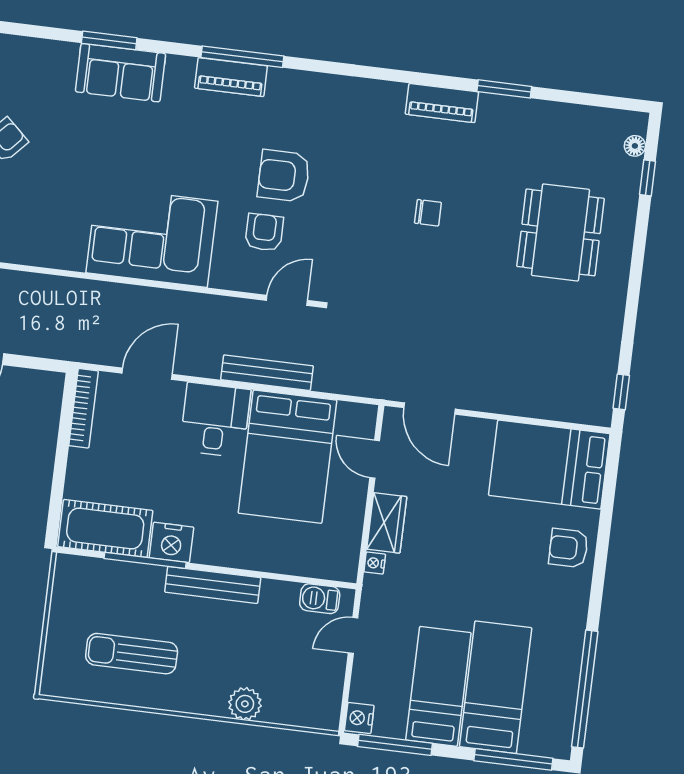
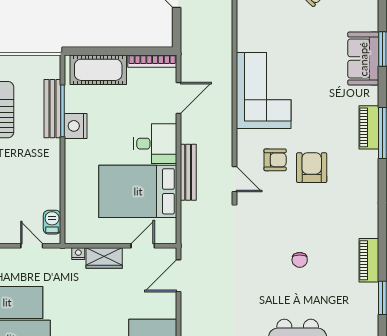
door: (147, 374) -> (178, 98), hinge flipped
cot: (105, 528) -> (98, 70), moved, turned 90
bench: (213, 585) -> (52, 109), moved

